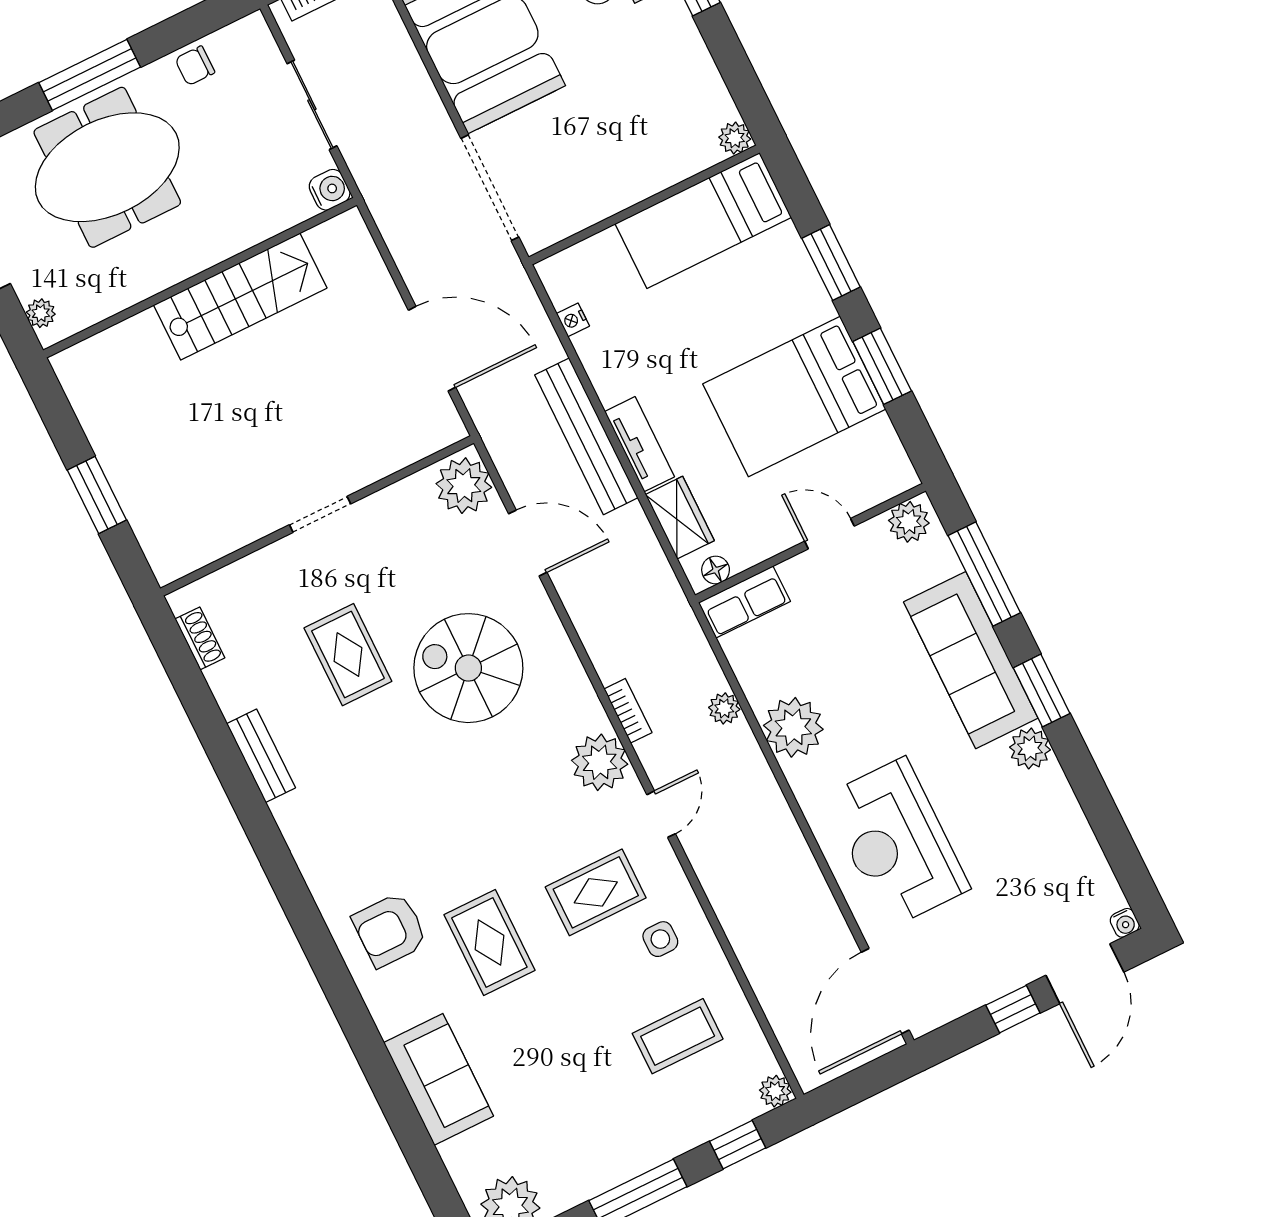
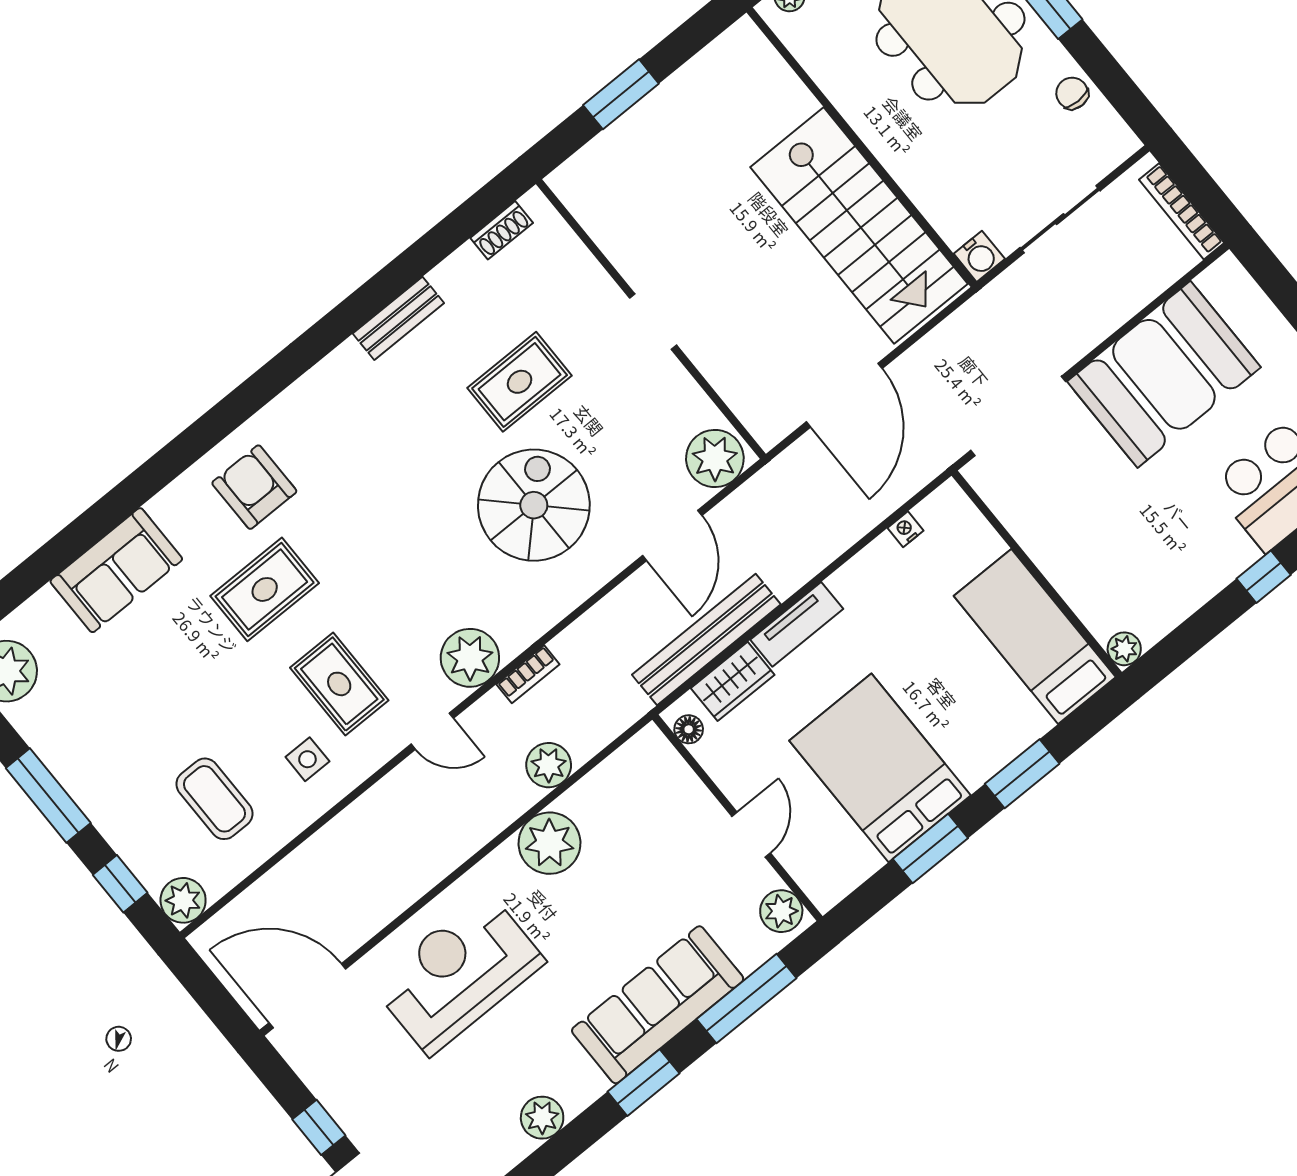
stairs: (240, 297) -> (859, 225), width x1.36, depth x1.51
bench: (586, 436) -> (706, 640), moved
row of seats: (744, 602) -> (663, 765), removed
plant: (724, 708) -> (549, 765), width x1.38, depth x1.38
plant: (1030, 748) -> (542, 1118), moved
plant: (775, 1091) -> (183, 900), width x1.38, depth x1.38

